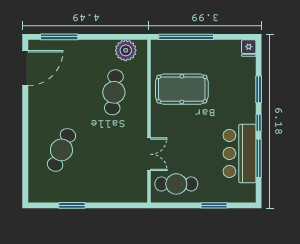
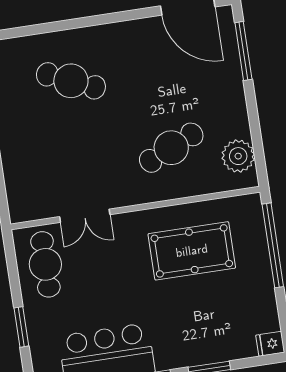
pool table: (182, 89) -> (192, 251), turned 90
cafe table: (114, 92) -> (171, 148), turned -30

